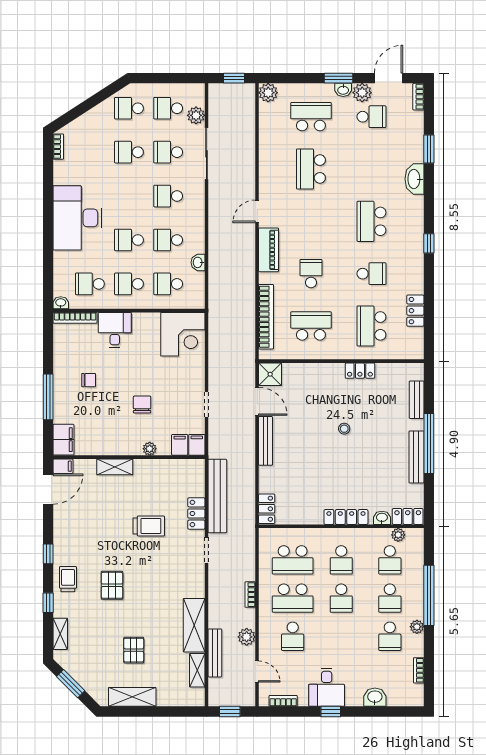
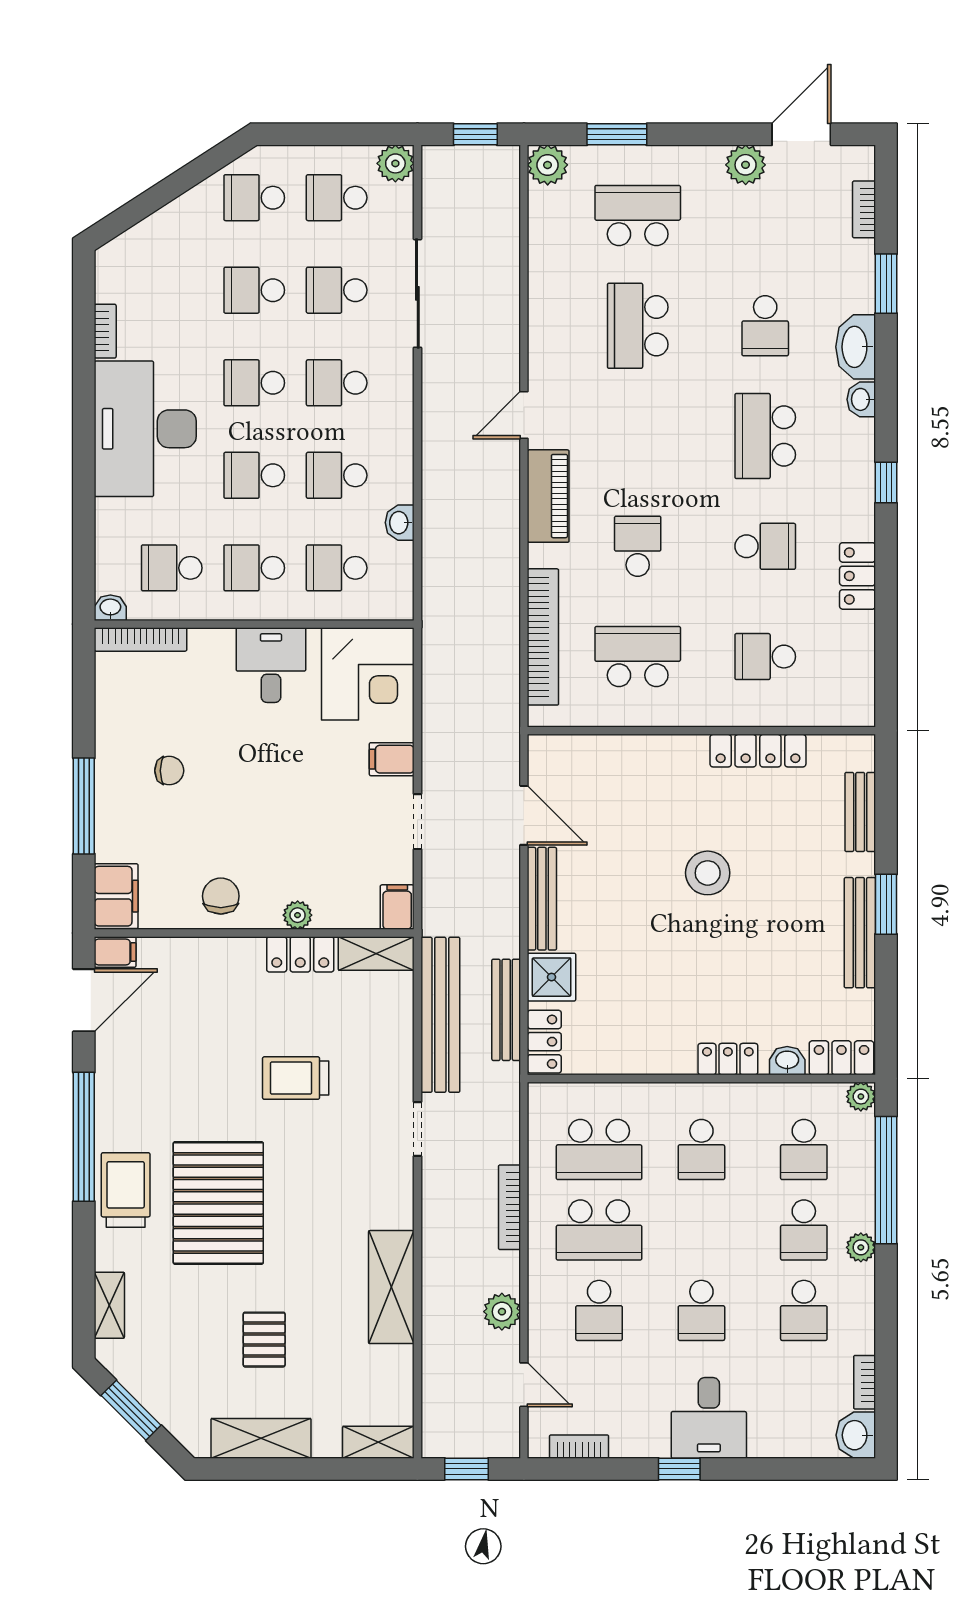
window: (339, 78) -> (617, 134), moved
washbasin: (343, 90) -> (861, 399), moved, turned 90
bookcase: (418, 97) -> (864, 209), moved
plant: (196, 115) -> (395, 163), moved
school desk: (371, 117) -> (765, 326), moved, turned 90
bookcase: (58, 147) -> (105, 331), moved
school desk: (129, 196) -> (254, 383), added
locker: (415, 311) -> (858, 576), moved
school desk: (371, 326) -> (765, 657), width x0.54
desk: (115, 330) -> (271, 665), moved
locker: (360, 371) -> (758, 751), width x1.53
shower: (270, 374) -> (552, 977), moved
chair: (142, 404) -> (221, 896), moved
stool: (344, 429) -> (708, 873), width x1.89, depth x1.89
window: (429, 443) -> (886, 904), width x0.47
filing cabinet: (180, 445) -> (392, 759), moved, turned -90
shelving: (115, 467) -> (376, 953), moved
locker: (196, 513) -> (300, 954), moved, turned -90
locker: (346, 517) -> (728, 1059), width x0.66
trolley: (149, 526) -> (296, 1078), turned 180
plant: (398, 535) -> (861, 1097), moved
window: (48, 554) -> (84, 1137), width x3.17
trolley: (68, 579) -> (126, 1190), width x1.36, depth x1.39
pallet: (112, 585) -> (218, 1203), width x2.05, depth x2.00
bookcase: (250, 595) -> (510, 1207), width x1.56
window: (429, 595) -> (886, 1180), moved
school desk: (341, 598) -> (701, 1310), moved
window: (48, 603) -> (84, 1240), removed
plant: (417, 627) -> (861, 1247), moved
bench: (215, 653) -> (506, 1010), moved
shelving: (197, 670) -> (378, 1442), moved, turned 90
desk: (327, 687) -> (709, 1418), moved
washbasin: (375, 697) -> (856, 1435), moved, turned -90

